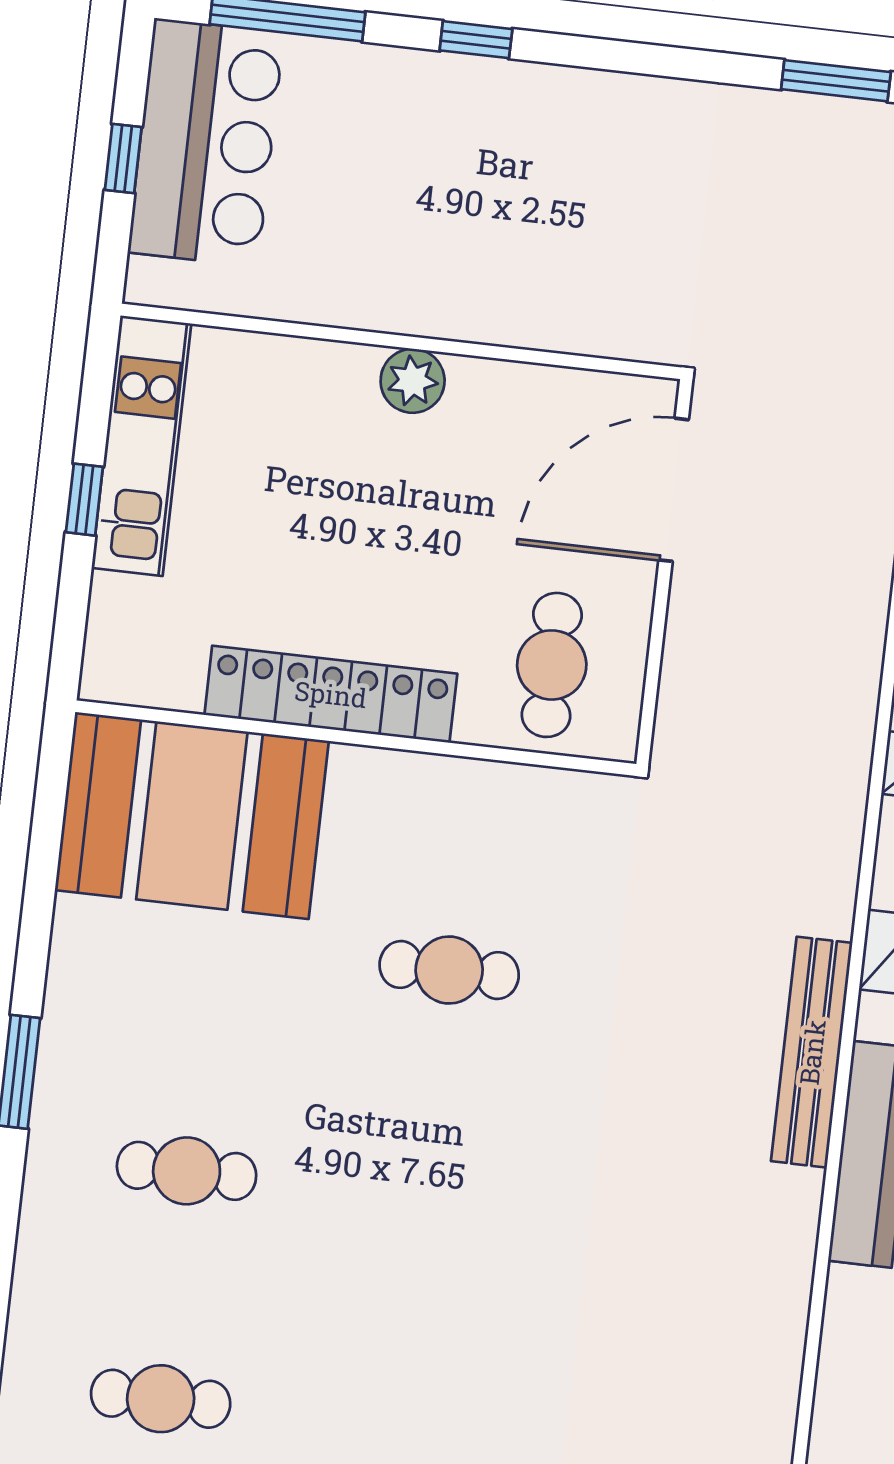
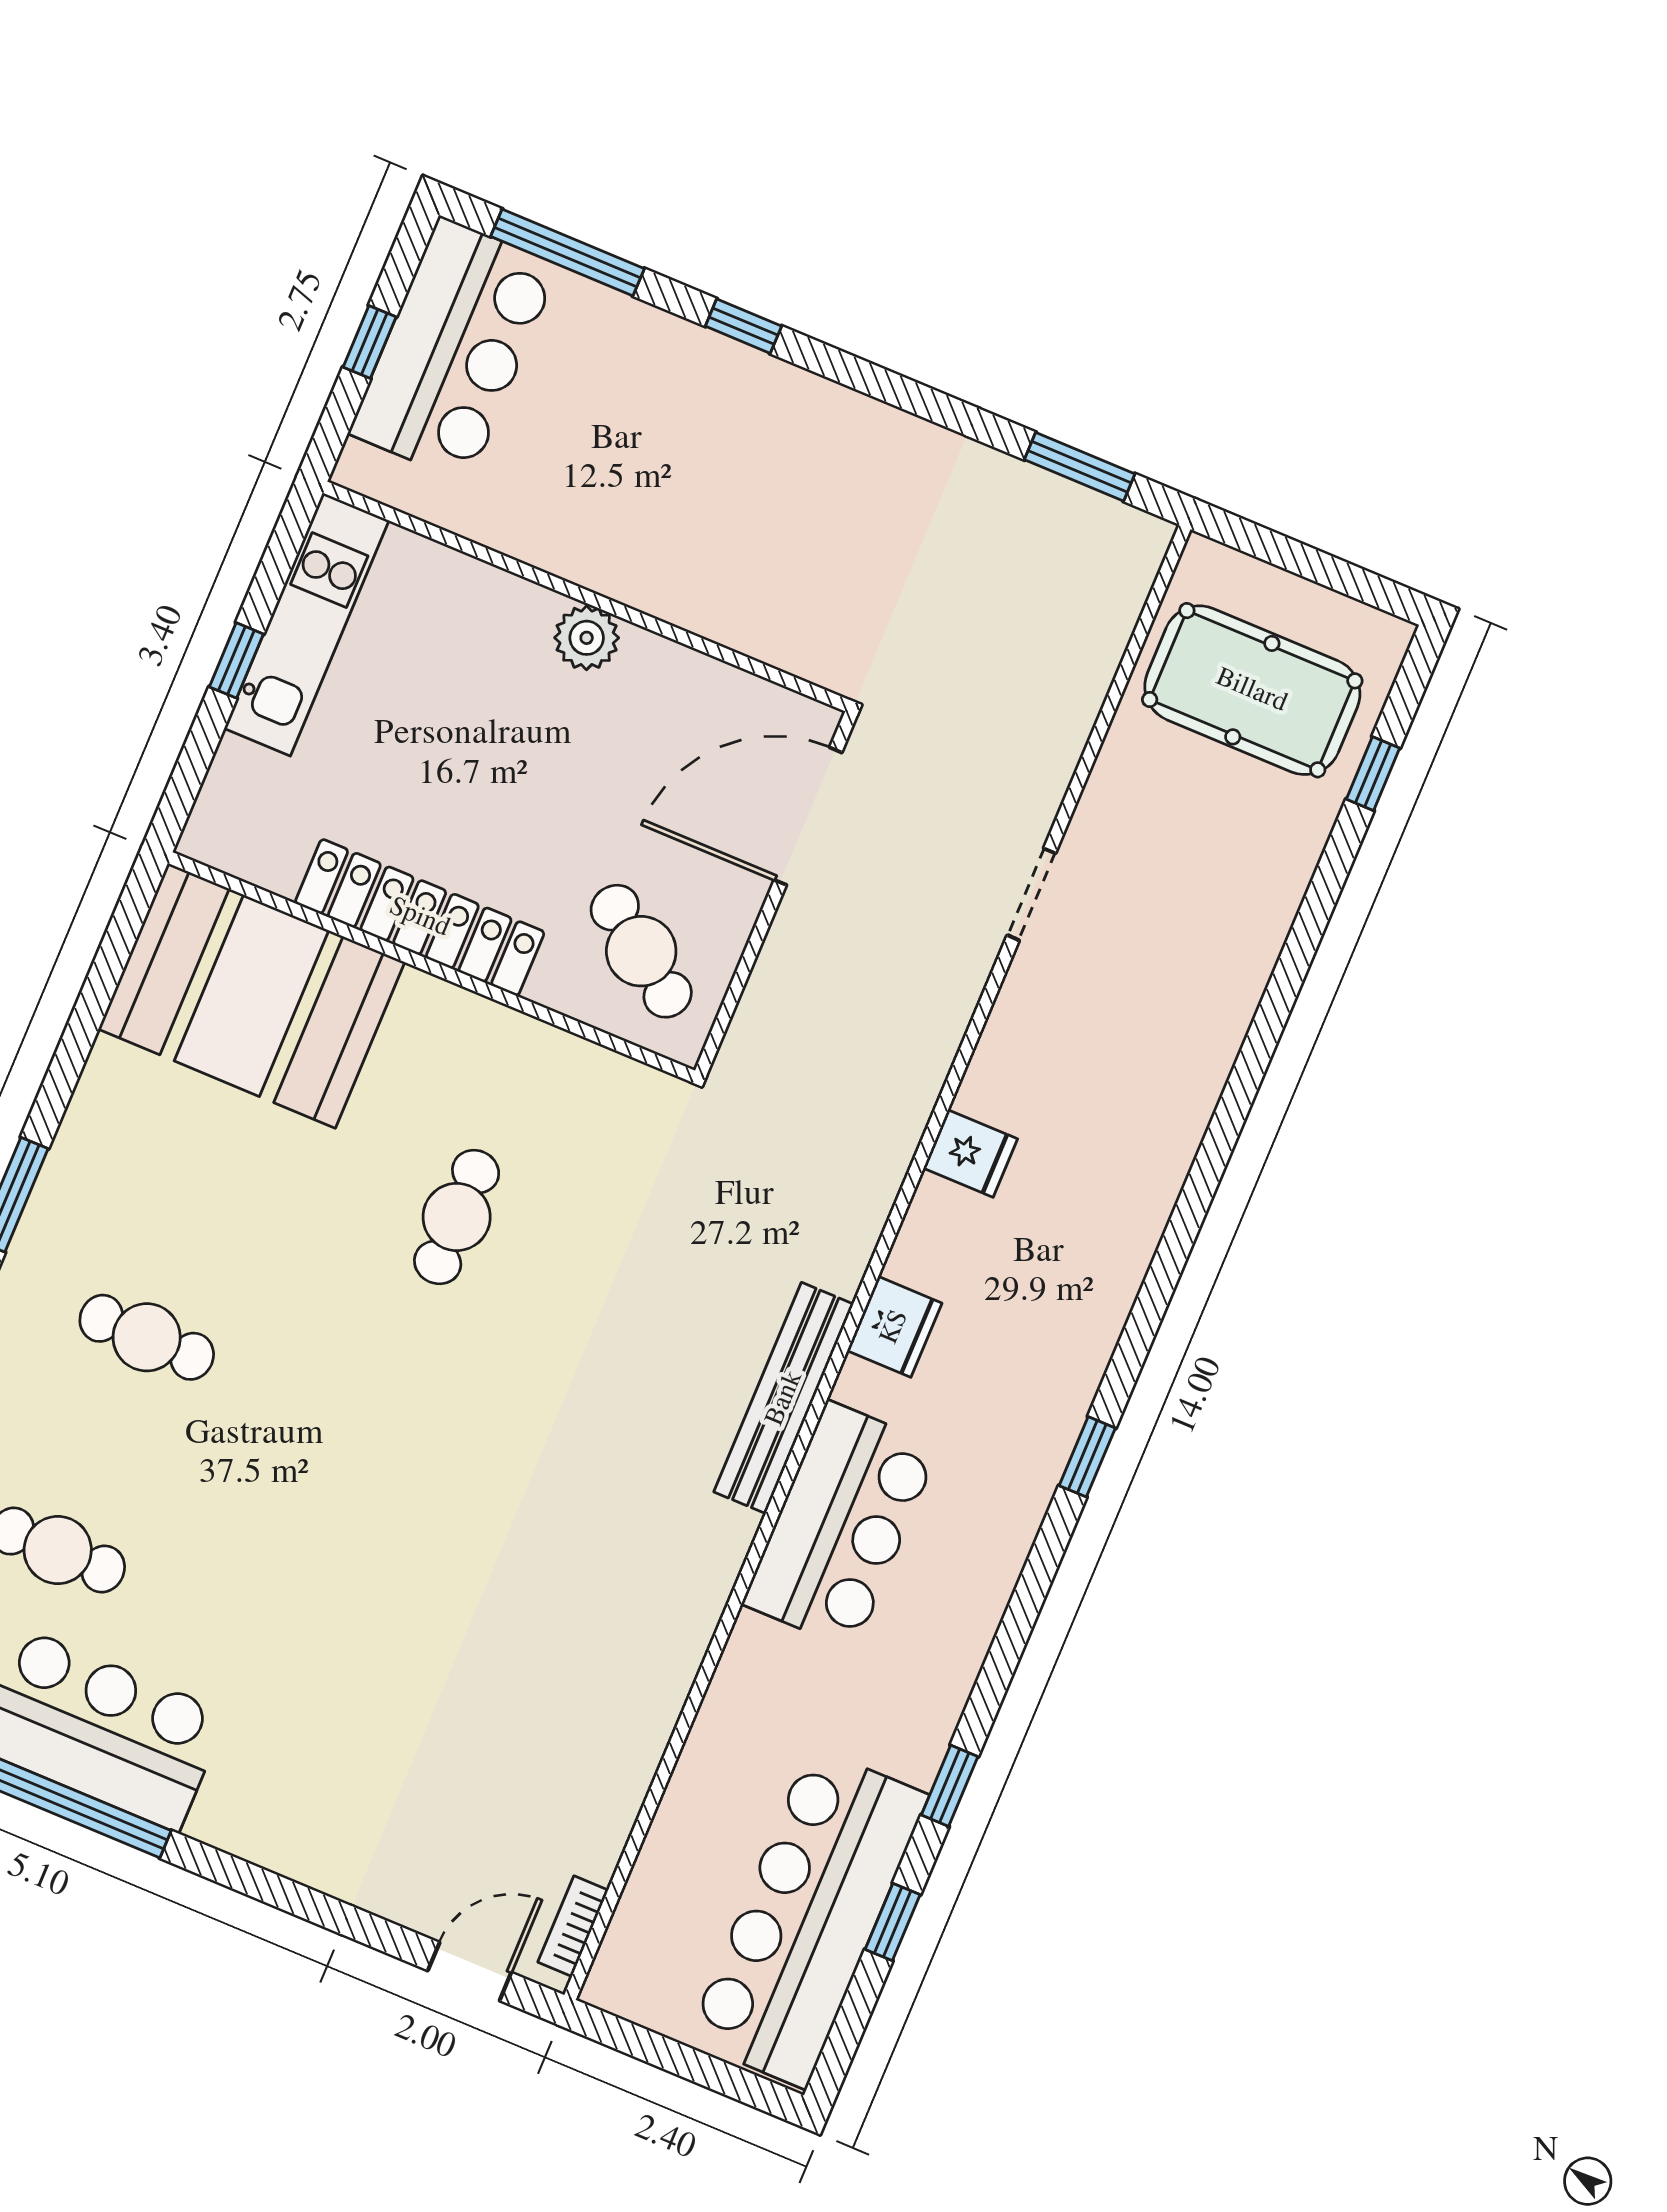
cafe table: (552, 665) -> (641, 951), turned -54
cafe table: (449, 970) -> (457, 1217), turned 90

